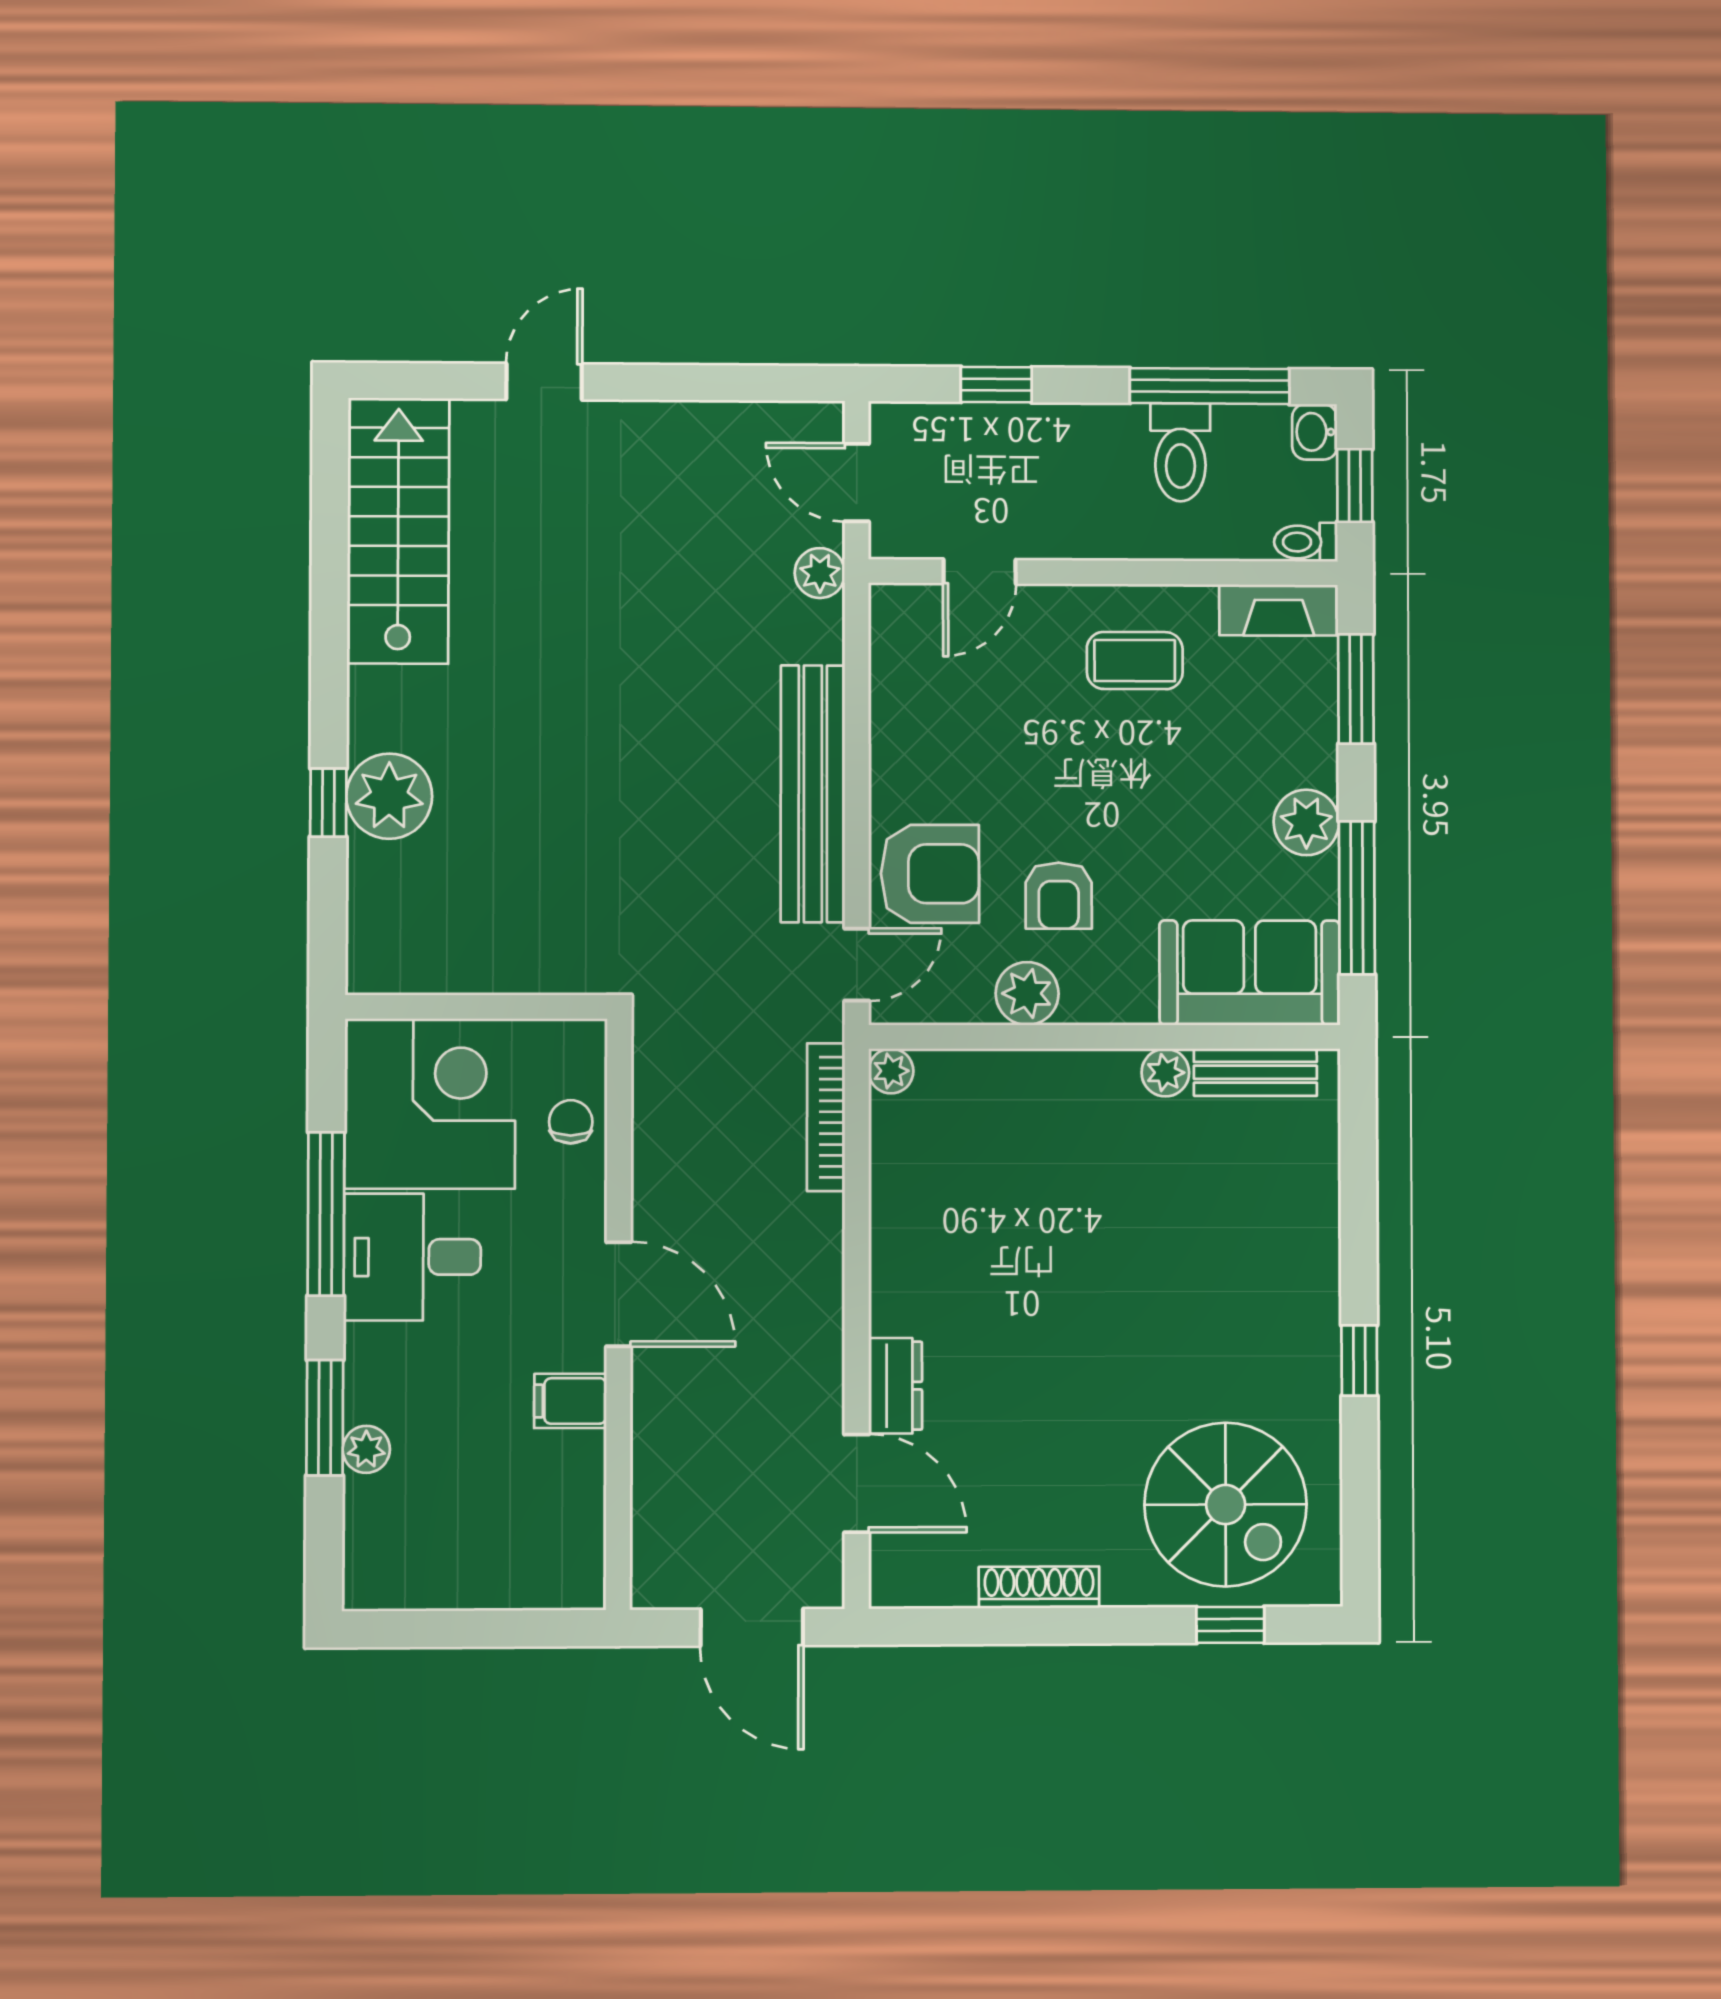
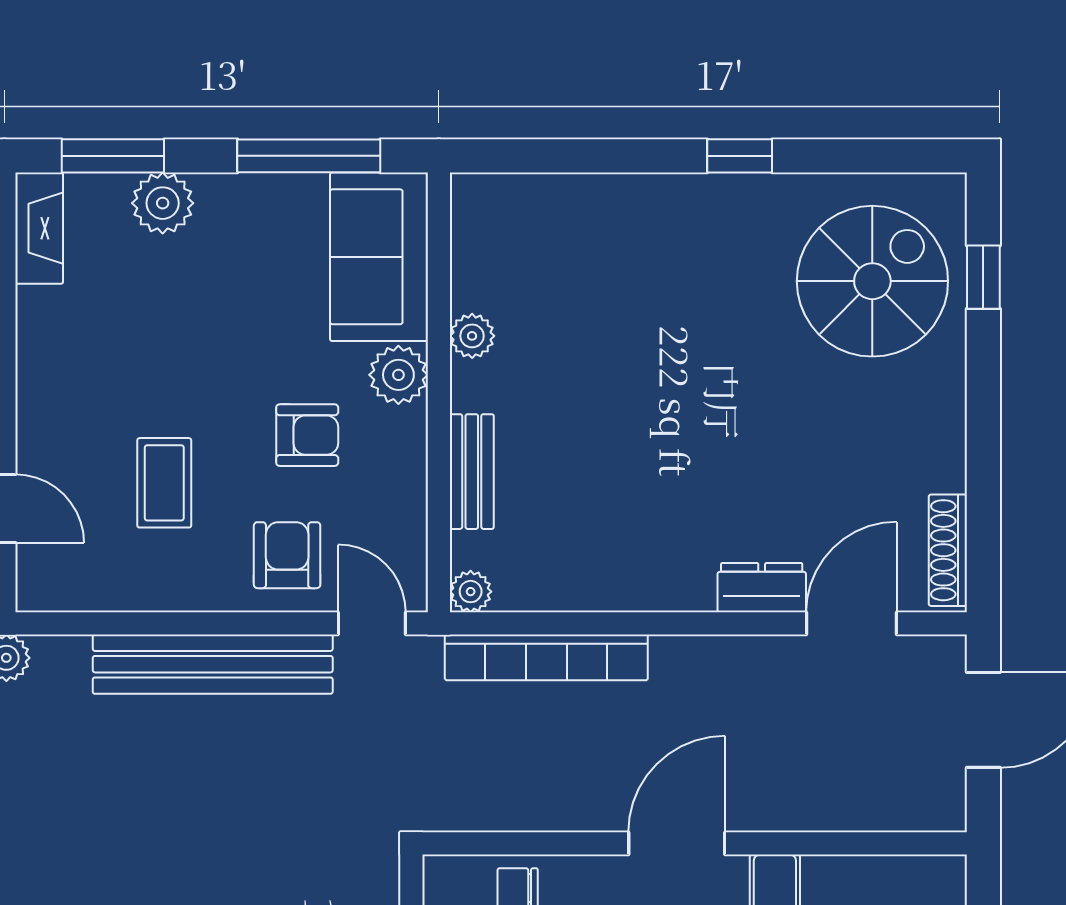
coffee table: (1135, 661) -> (164, 483), moved
plant: (1306, 822) -> (163, 203), moved
armchair: (930, 874) -> (287, 555), width x0.72, depth x0.72
plant: (1027, 993) -> (398, 375), moved
bench: (1255, 1072) -> (472, 472), moved
bookcase: (826, 1117) -> (546, 657), width x1.48, depth x1.31
shoe rack: (1039, 1587) -> (948, 550), moved

